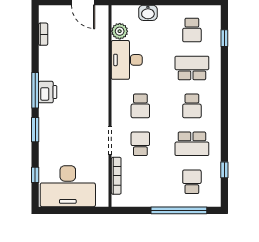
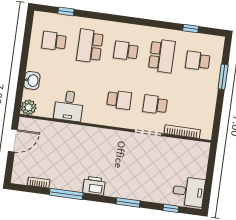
school desk: (192, 30) -> (54, 41), turned 180
plant: (120, 31) -> (29, 107), moved
desk: (127, 60) -> (69, 106), width x0.73
window: (35, 90) -> (66, 194), moved
school desk: (192, 106) -> (126, 51), turned 180
desk: (68, 186) -> (189, 192), width x0.53, depth x0.77
window: (179, 210) -> (223, 77), width x0.47

